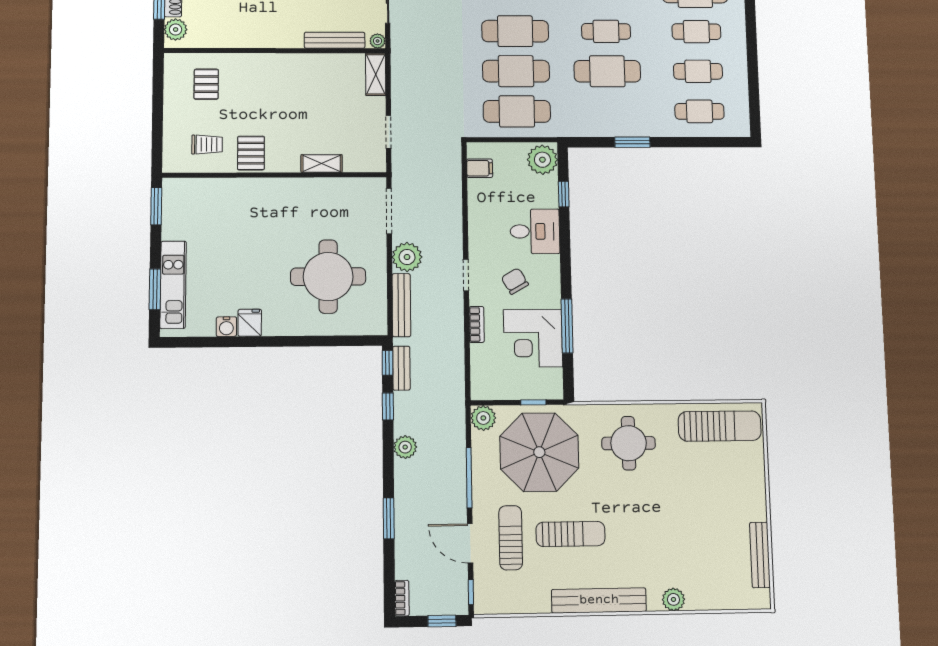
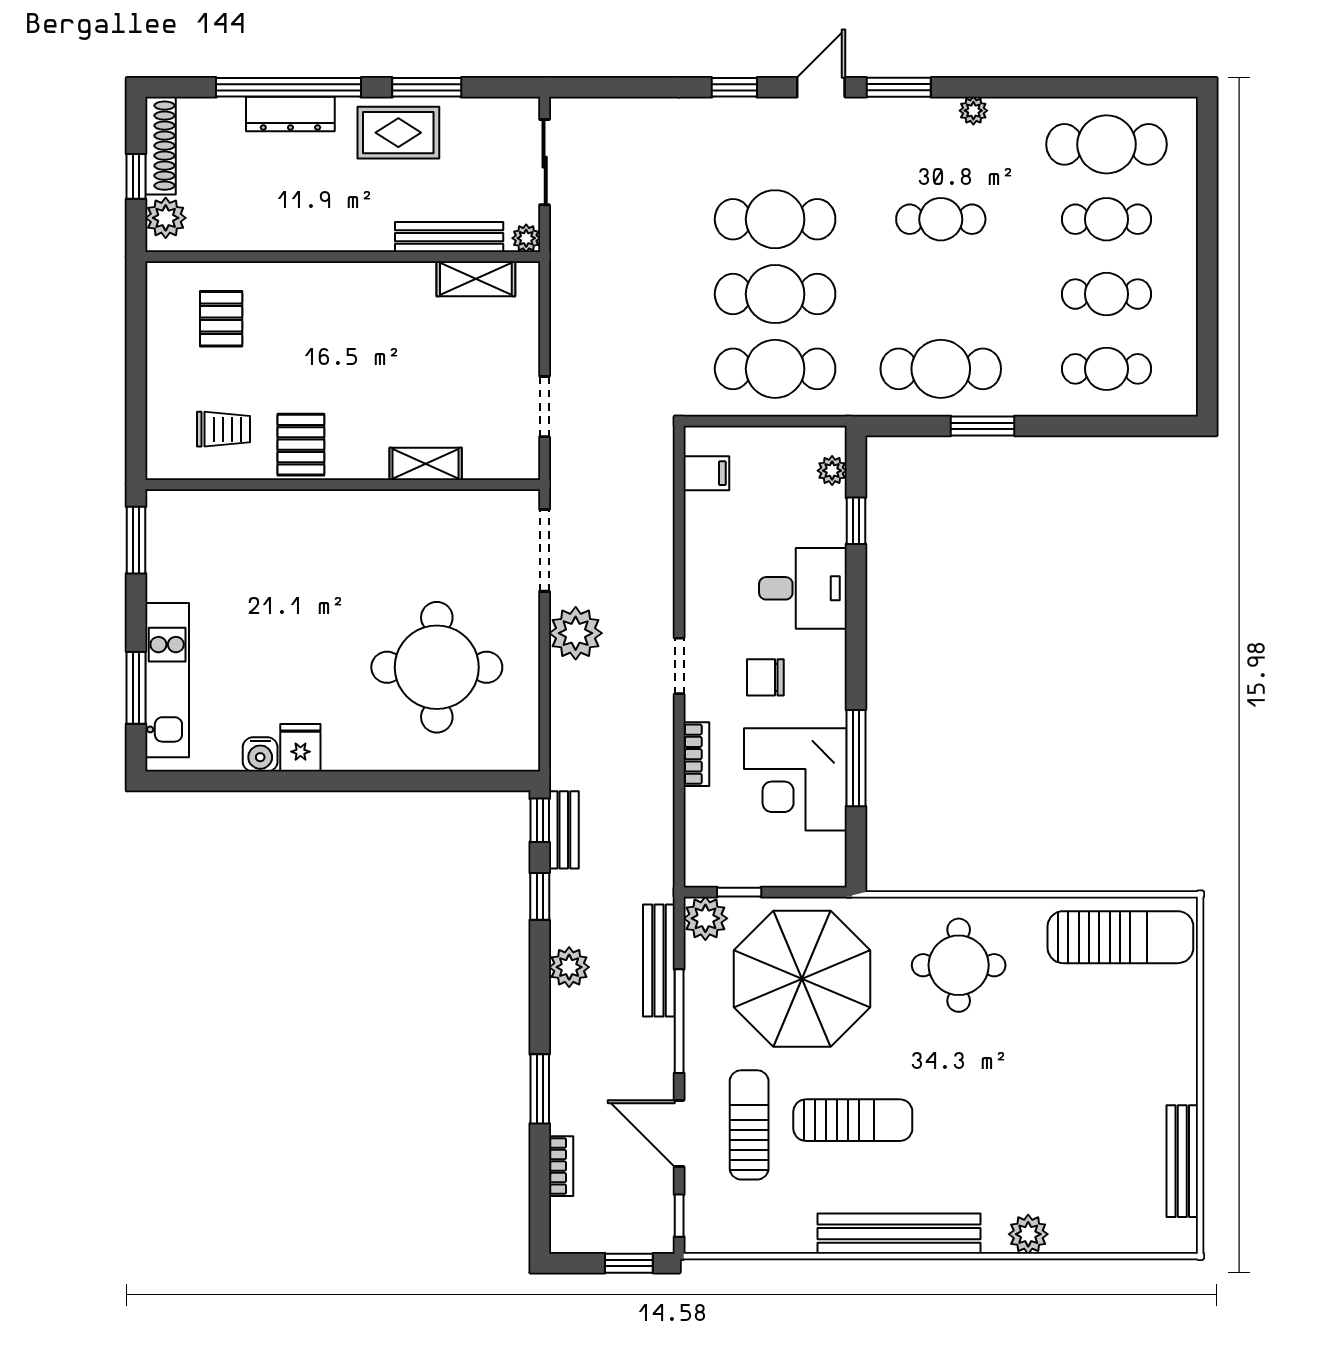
cafe table: (607, 71) -> (941, 369), moved
shelving: (376, 74) -> (476, 279), moved, turned 90
plant: (542, 160) -> (832, 471), width x0.53, depth x0.53
chair: (515, 281) -> (765, 677), turned -60
bench: (401, 305) -> (659, 961), moved
window: (533, 402) -> (739, 892), moved
bookcase: (402, 598) -> (561, 1166), moved

